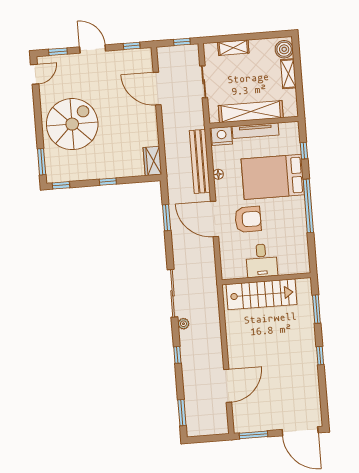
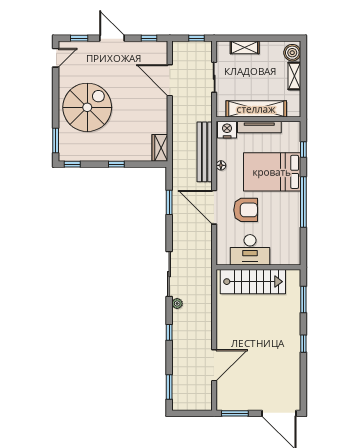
desk: (262, 261) -> (250, 250), width x1.37

